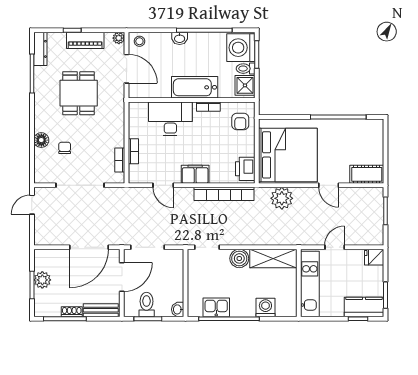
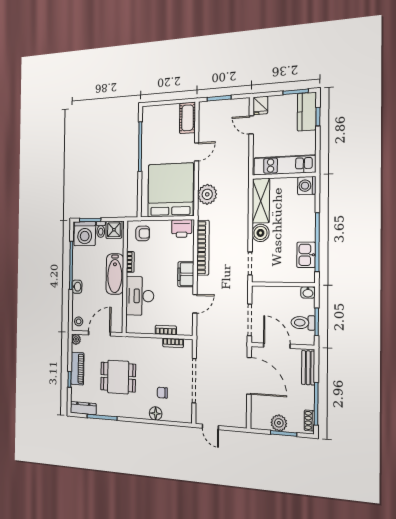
door: (335, 247) -> (251, 125), moved
washing machine: (265, 307) -> (307, 186), moved
shoe rack: (72, 312) -> (309, 420), moved

